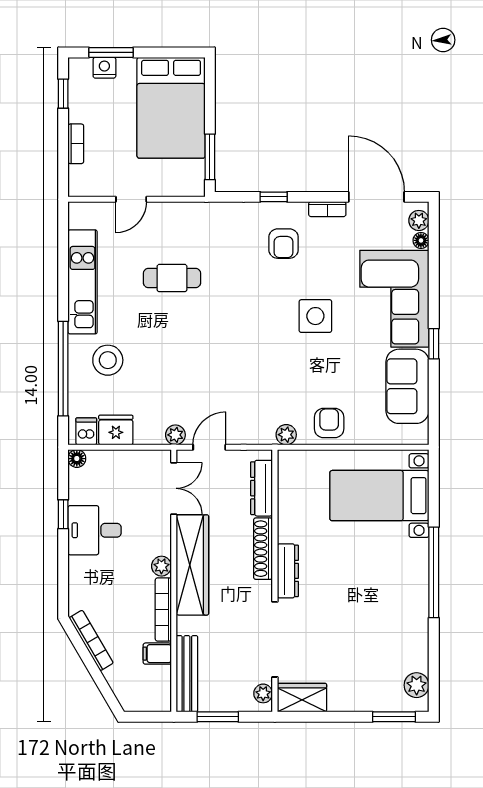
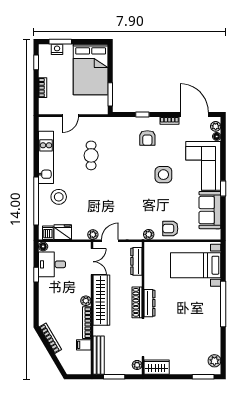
cafe table: (172, 278) -> (91, 155), turned 90
armchair: (329, 423) -> (170, 229), turned -90
desk: (94, 530) -> (52, 264), moved
shoe rack: (263, 549) -> (137, 302), moved

